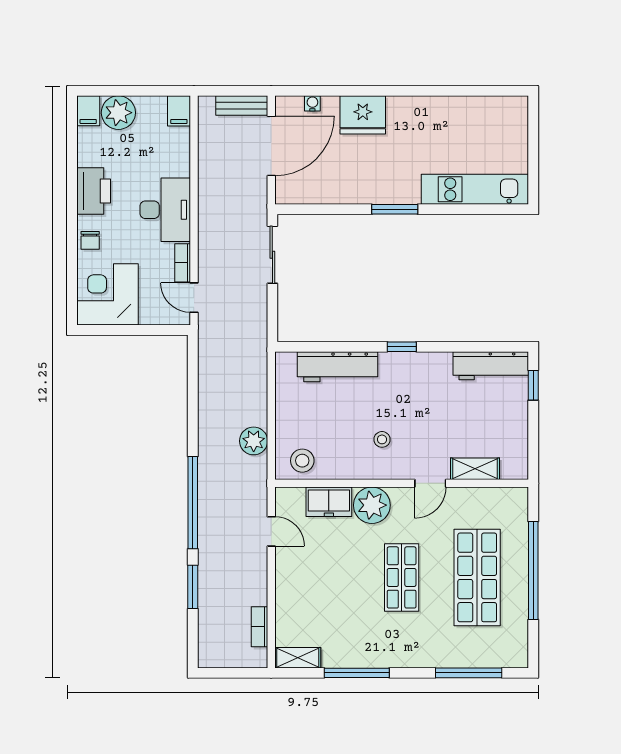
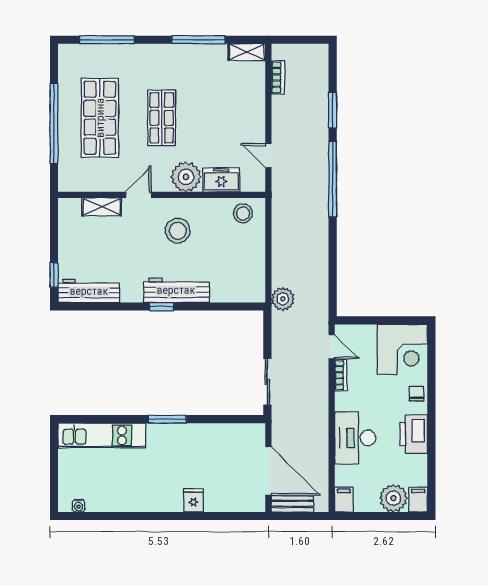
water cooler: (312, 103) -> (79, 506), moved
fridge: (363, 115) -> (193, 500), width x0.53, depth x0.75
door: (271, 146) -> (268, 471), swing flipped
desk: (165, 210) -> (355, 438), moved
workbench: (338, 367) -> (176, 290), moved
stool: (382, 439) -> (178, 231), width x1.89, depth x1.89
plant: (254, 441) -> (283, 299), moved

